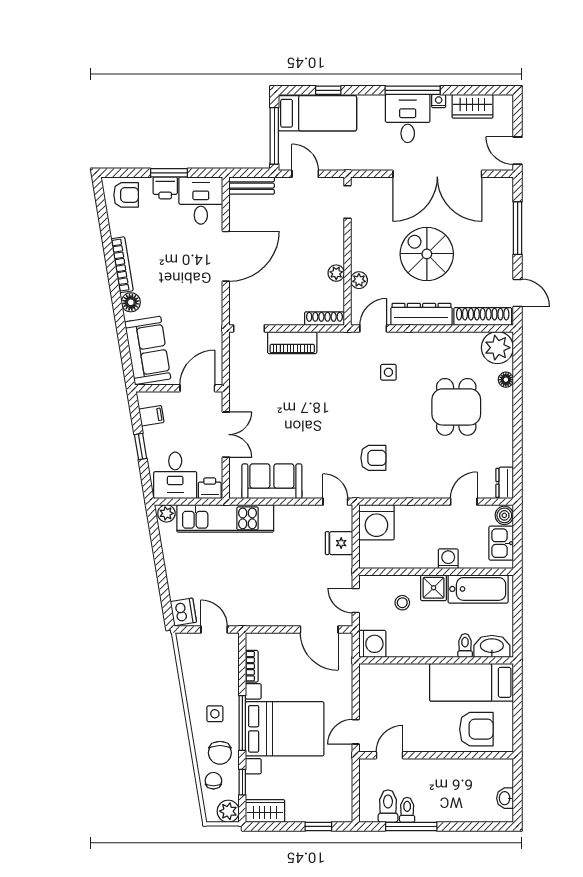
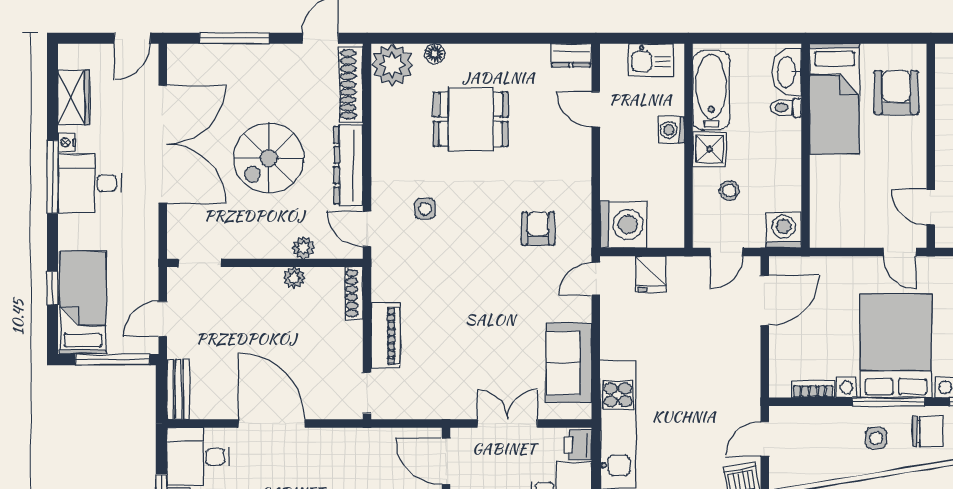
boiler: (504, 515) -> (614, 56), removed

